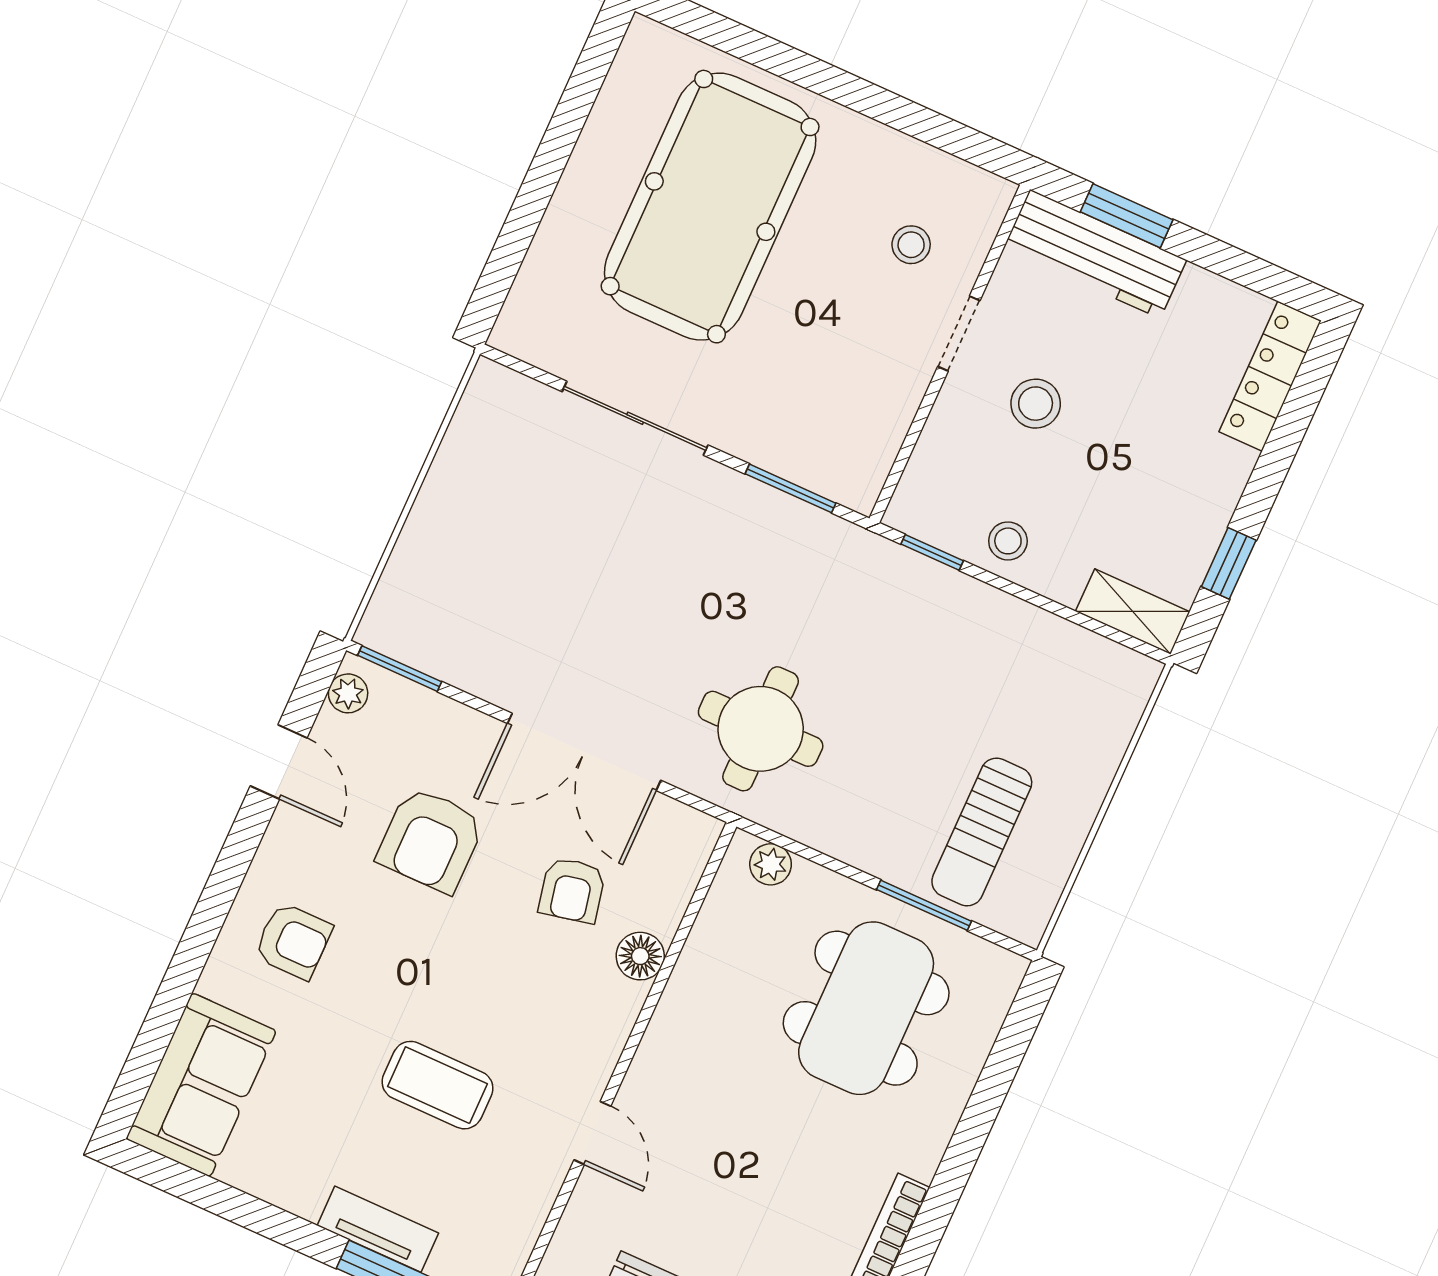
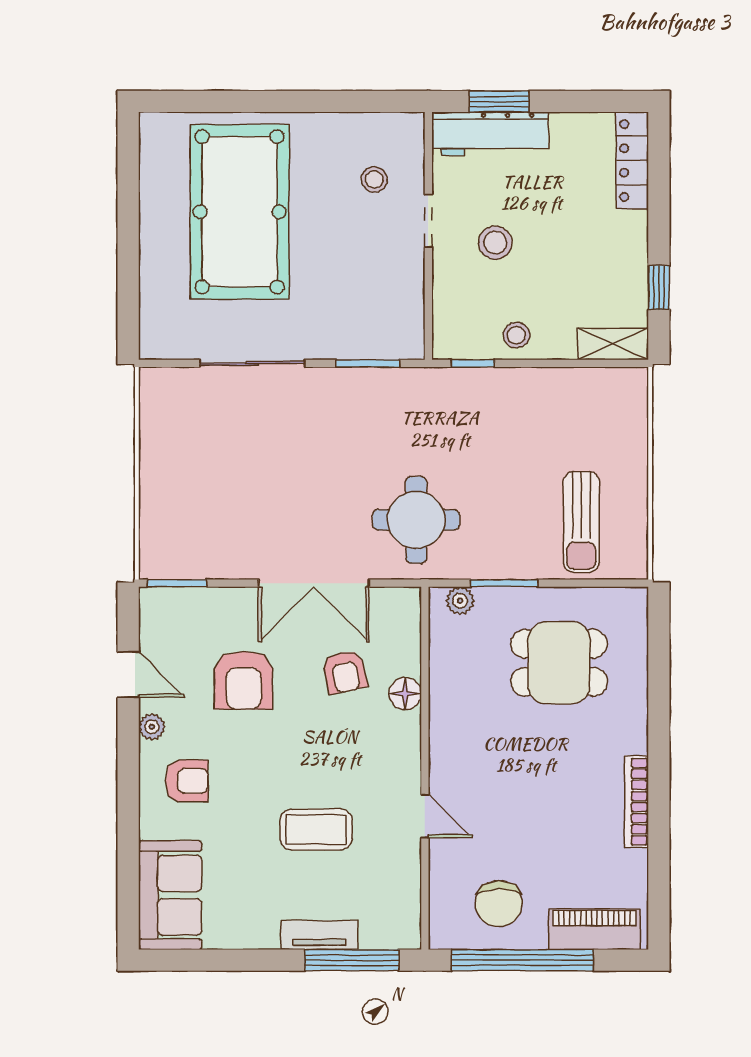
plant: (348, 693) -> (152, 727), moved
window: (924, 905) -> (504, 583), moved
dining table: (866, 1008) -> (559, 663), width x0.73

